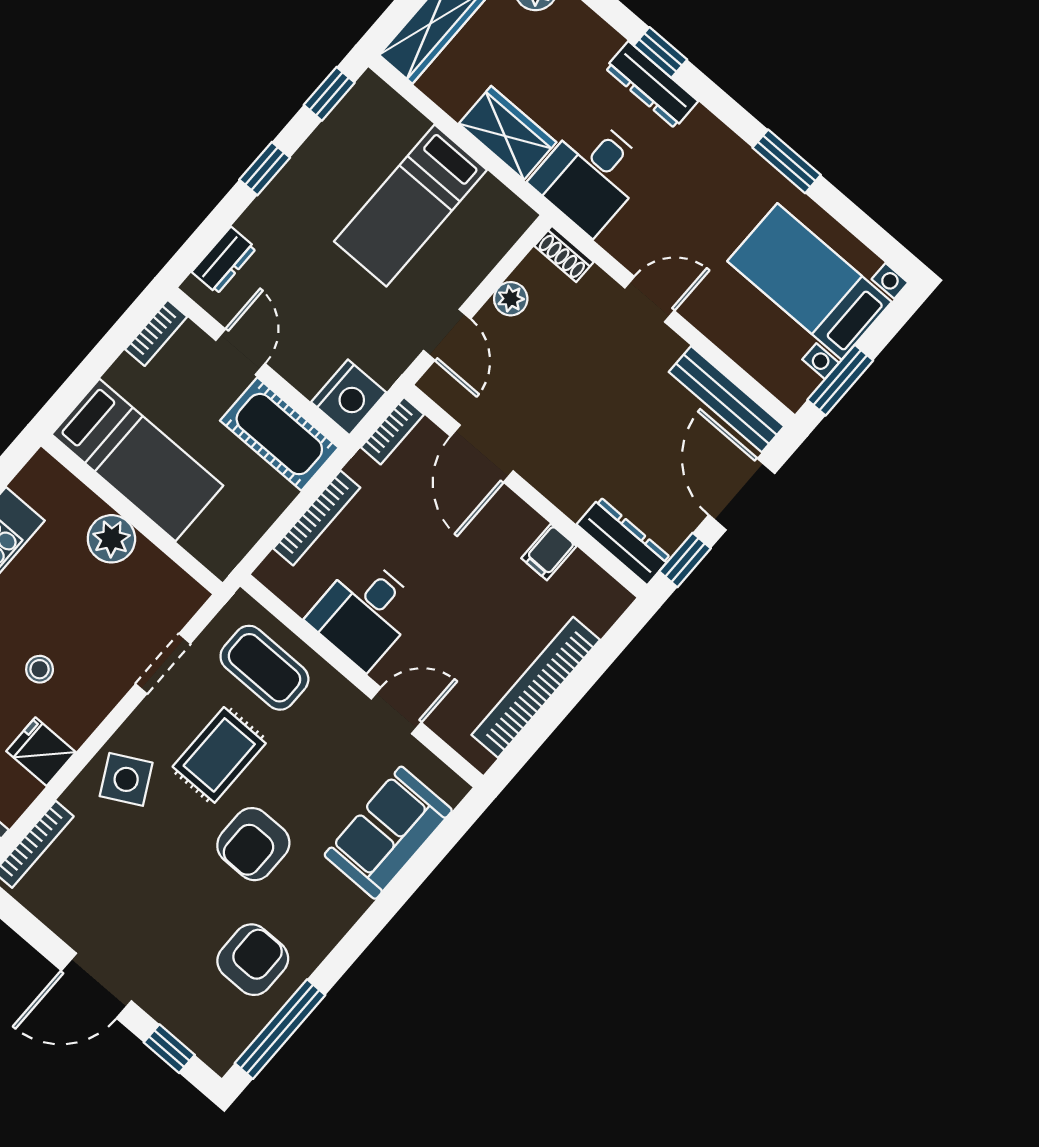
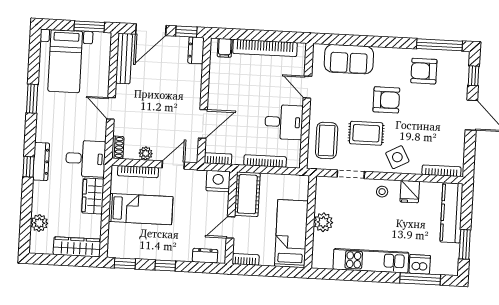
bookcase: (487, 257) -> (138, 172), added
dresser: (624, 541) -> (196, 50), width x0.70
filing cabinet: (549, 552) -> (225, 48), moved, turned 90
stool: (40, 669) -> (382, 192), moved

